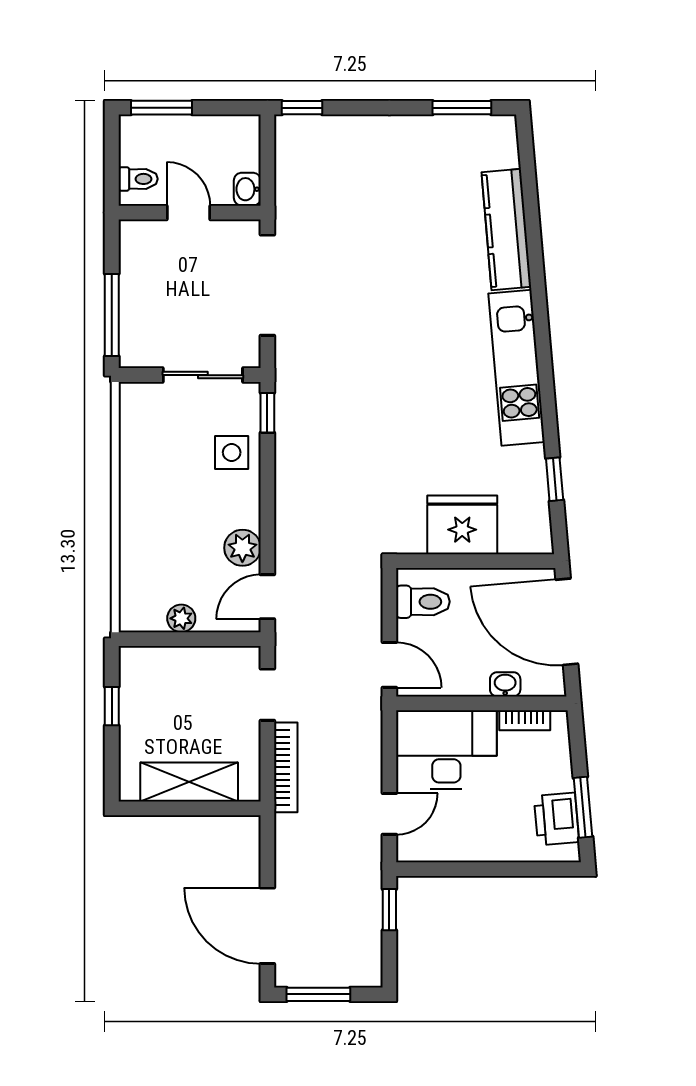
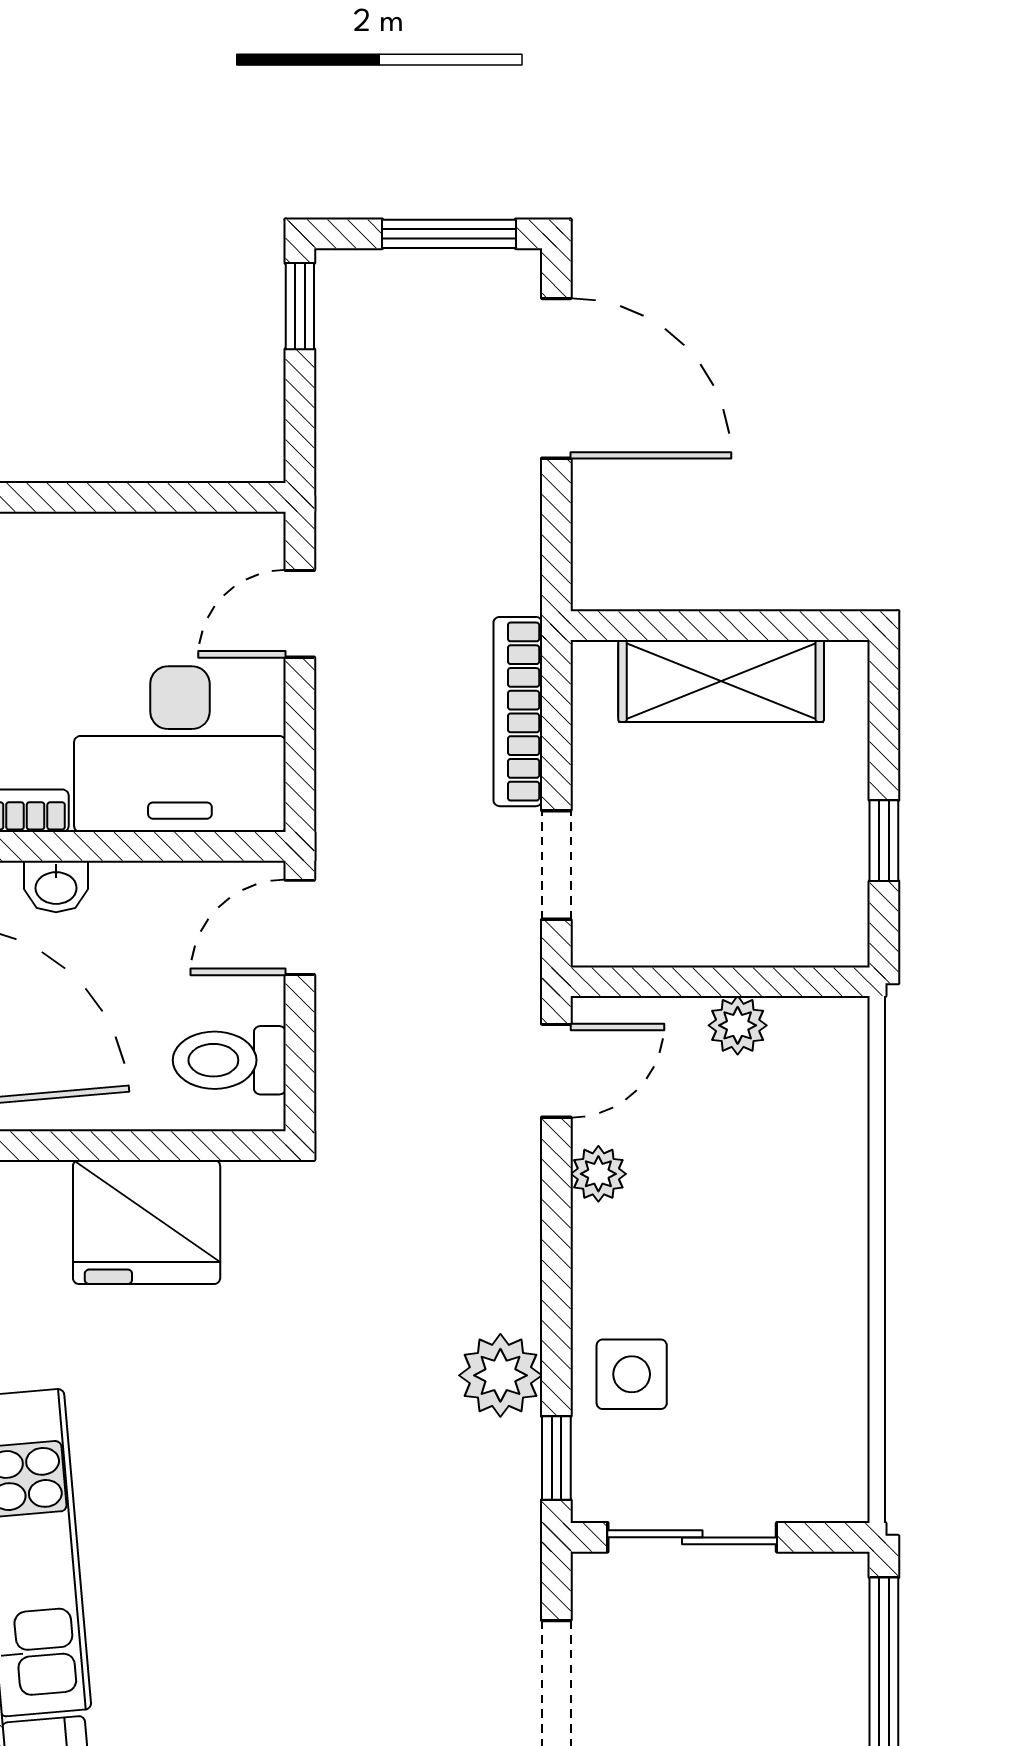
plant: (294, 452) -> (500, 1375), added
plant: (242, 548) -> (598, 1174), width x0.73, depth x0.73
door: (389, 665) -> (300, 927), hinge flipped
window: (389, 910) -> (300, 306), moved

